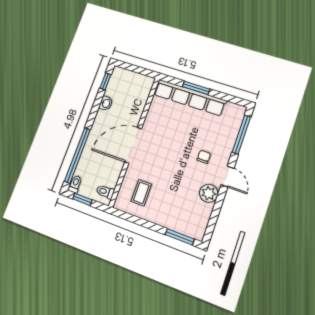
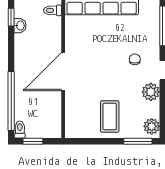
washbasin: (106, 103) -> (20, 26), moved
toilet: (105, 192) -> (52, 10), moved
coffee table: (141, 193) -> (110, 116), moved, width x1.36, depth x1.30
plant: (198, 227) -> (152, 126), added

